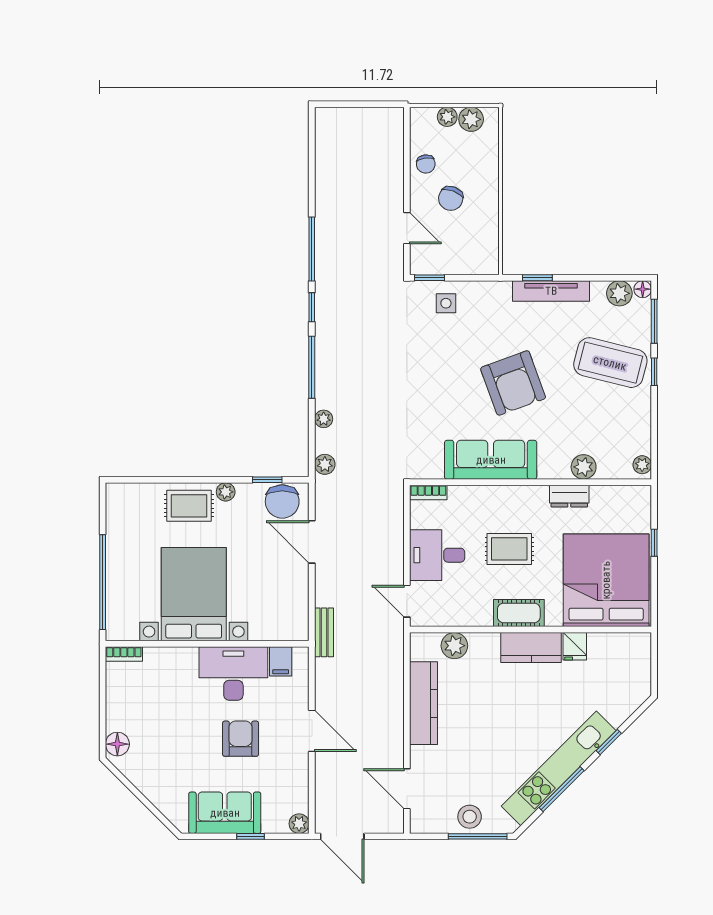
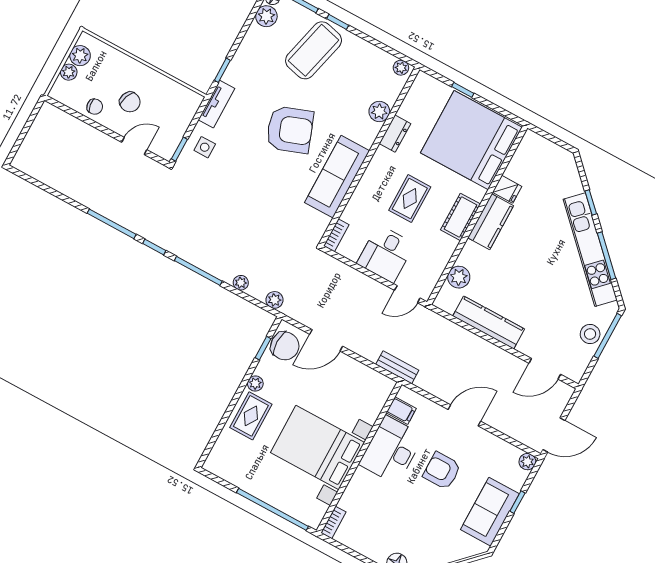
tv unit: (551, 291) -> (216, 104), moved, width x0.71

